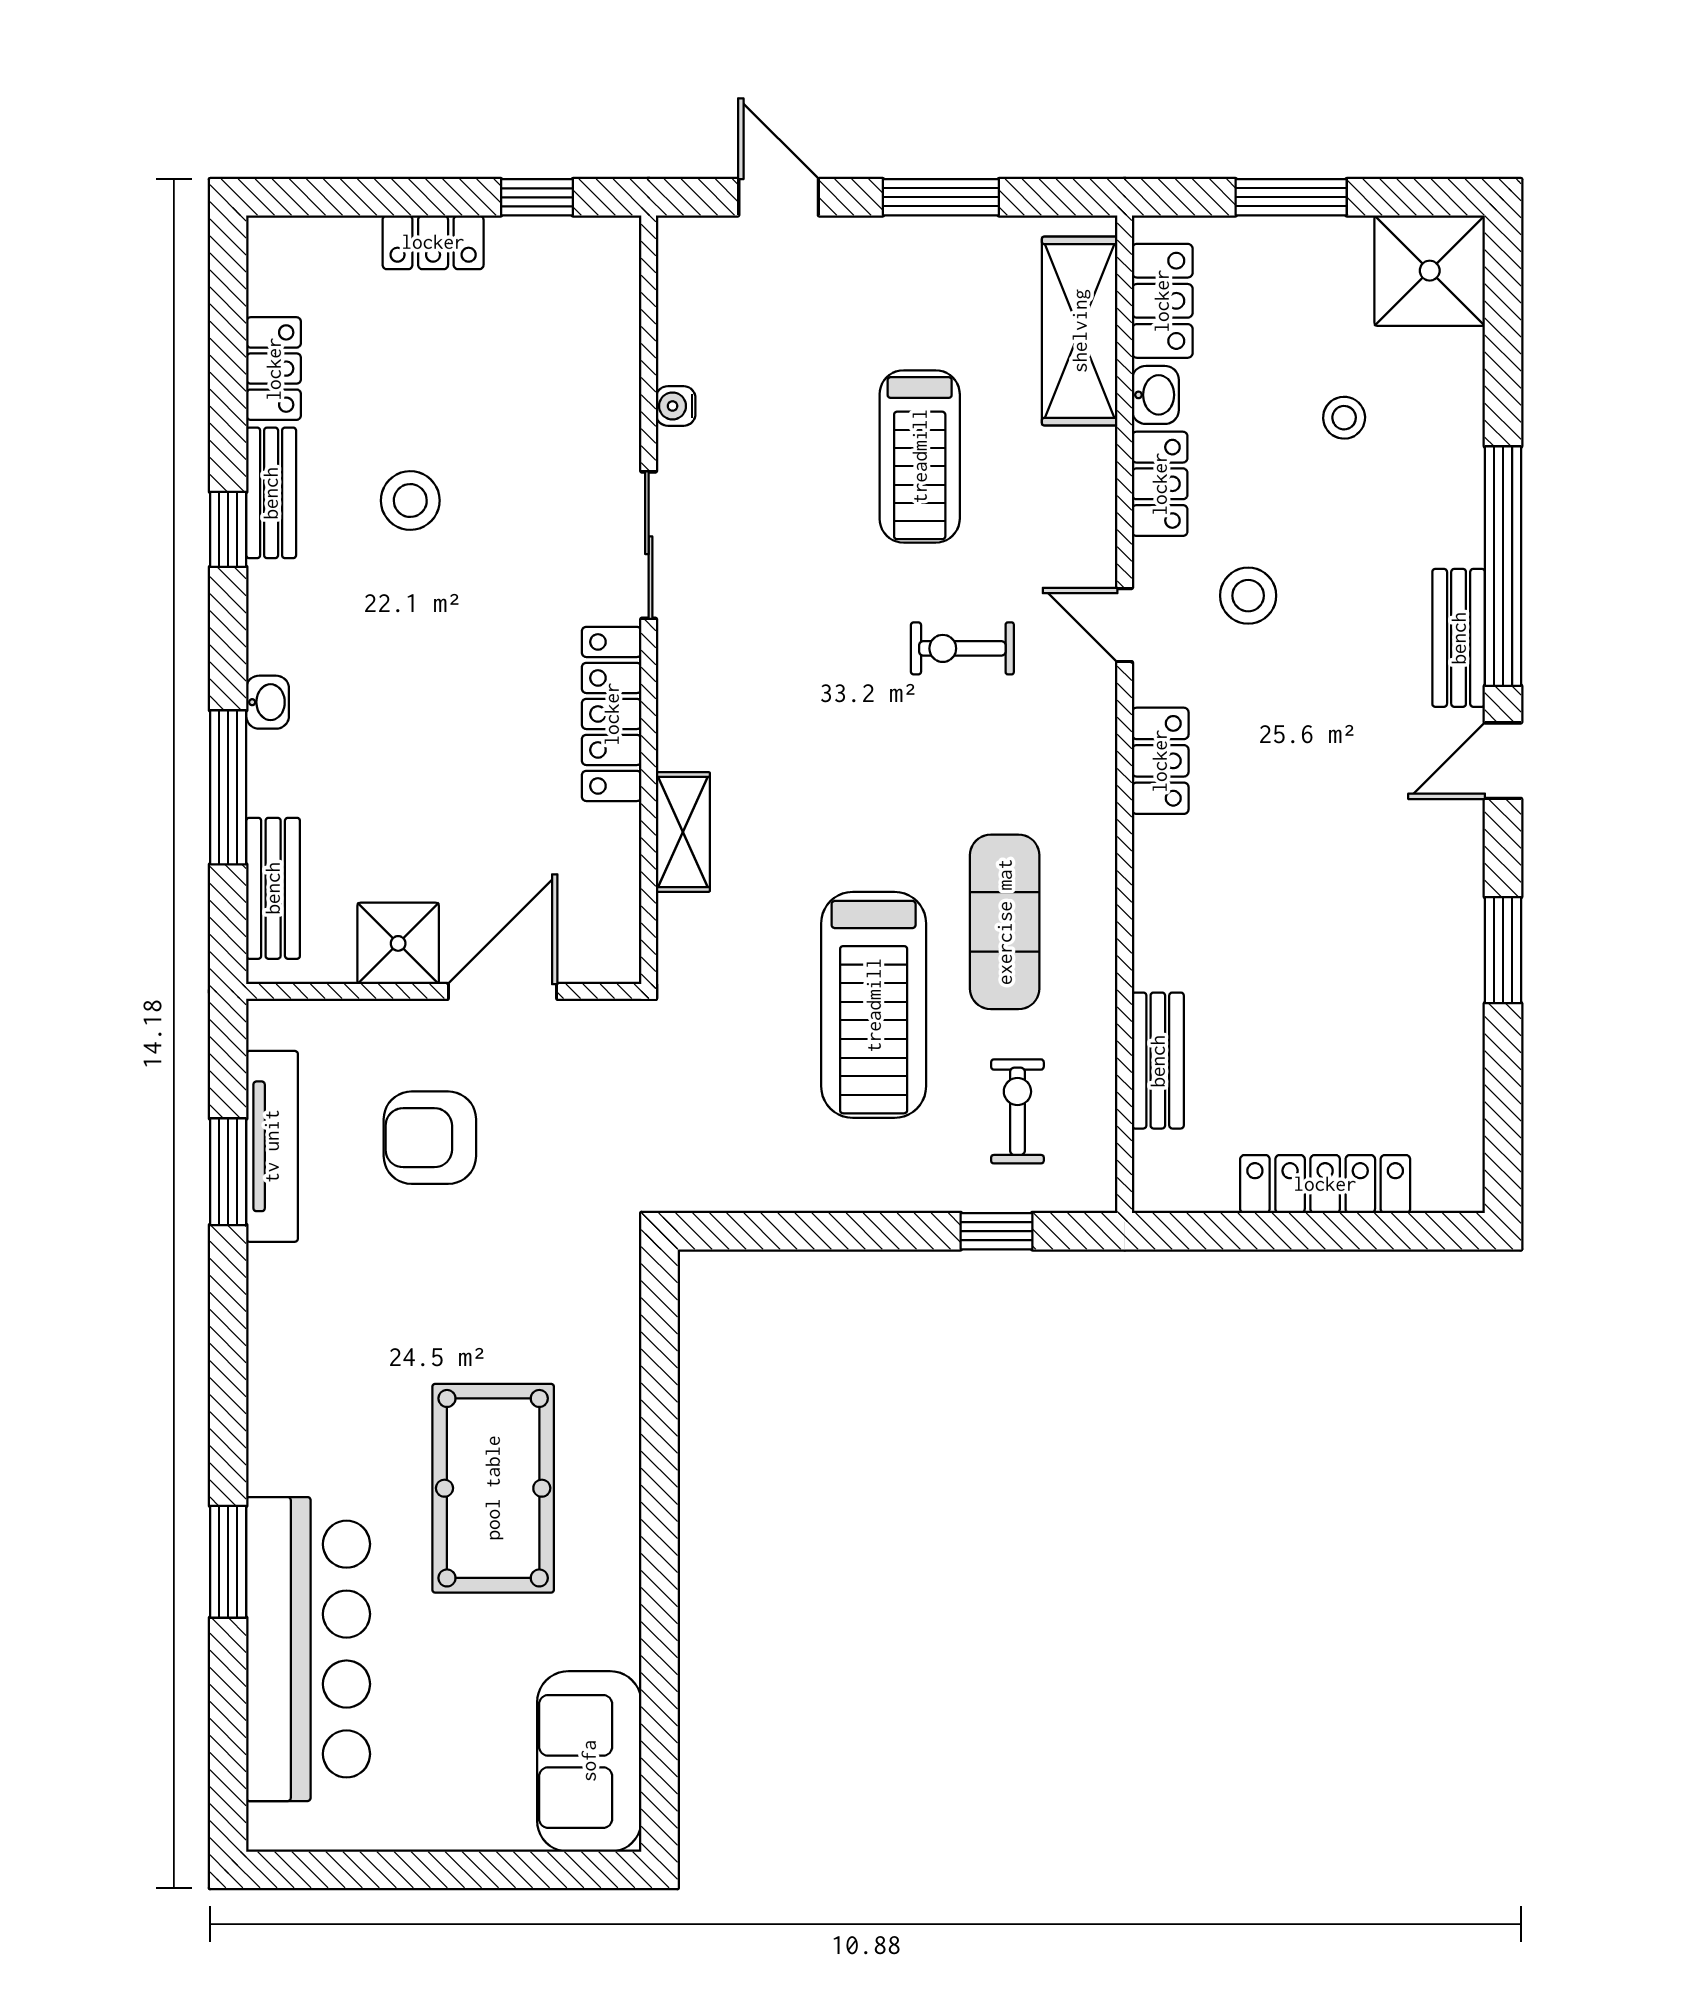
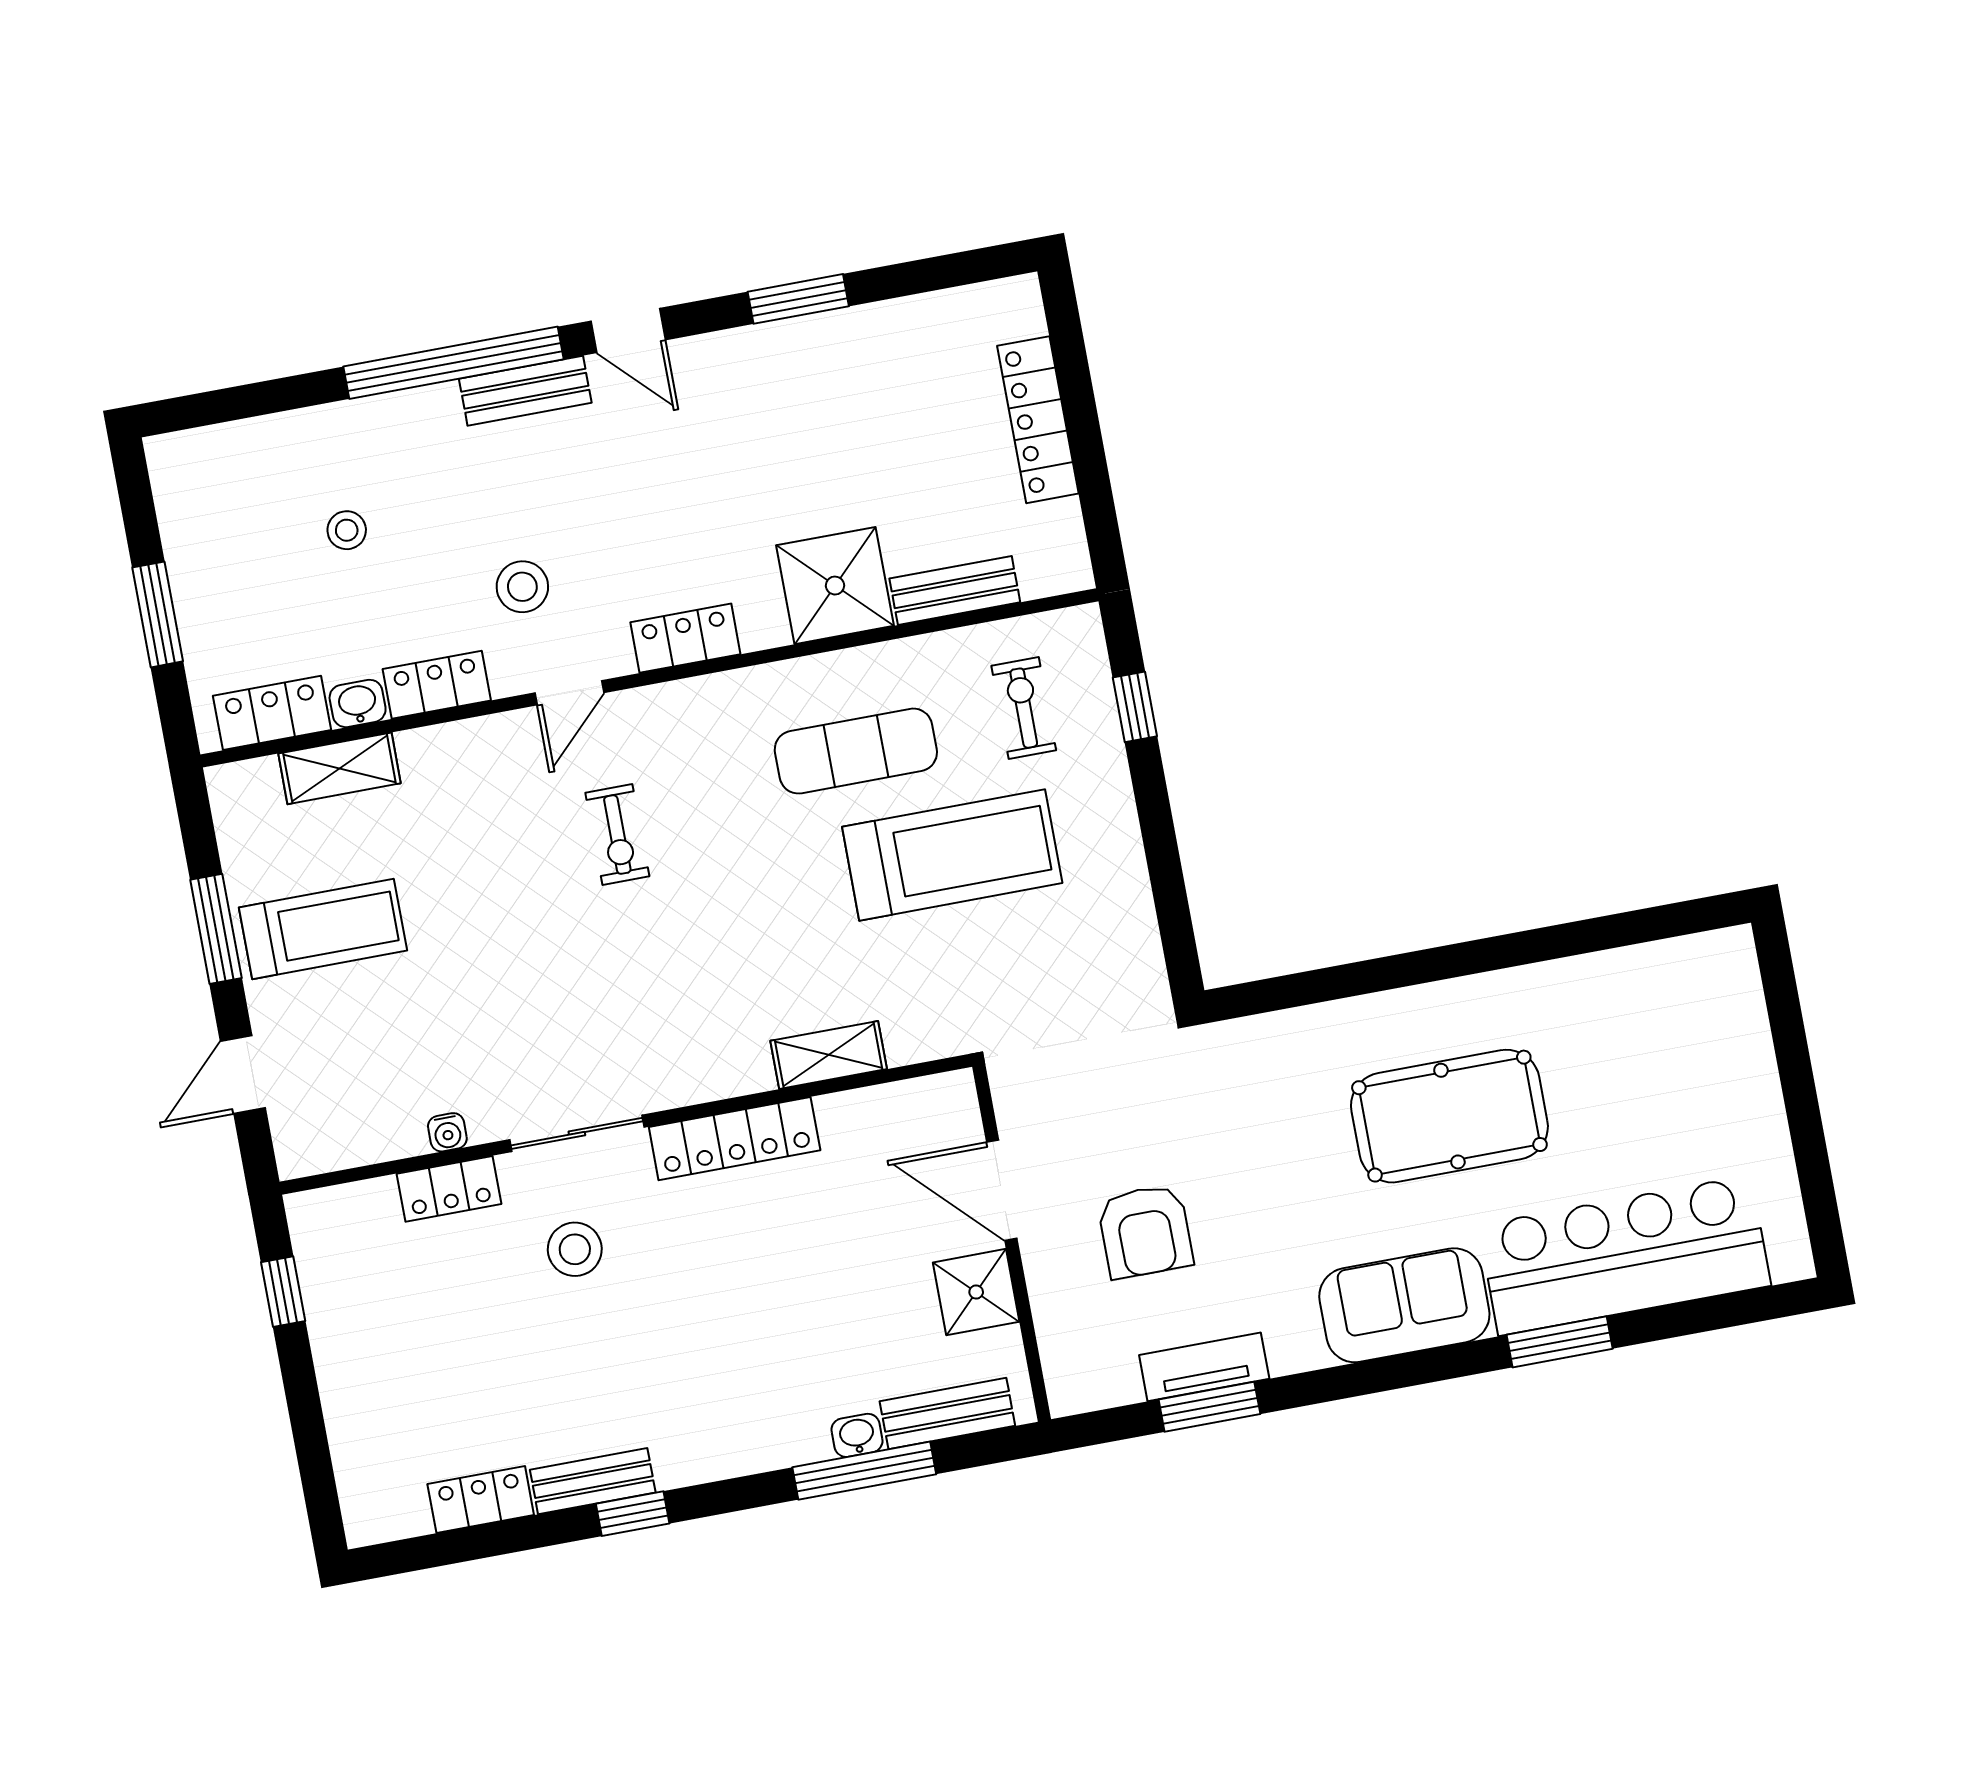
locker: (433, 242) -> (449, 1189), moved, turned 90
shower: (1430, 271) -> (835, 586), moved
shelving: (1080, 331) -> (340, 768), width x0.67, depth x0.75
treadmill: (920, 456) -> (323, 929), moved
stool: (410, 501) -> (575, 1249), moved
washbasin: (268, 702) -> (857, 1435), moved
exercise bike: (1017, 1111) -> (1024, 708), turned 90
tv unit: (272, 1146) -> (1204, 1367), width x0.71
sofa: (589, 1761) -> (1404, 1305), moved, turned 180

